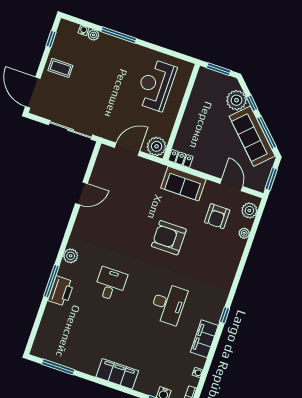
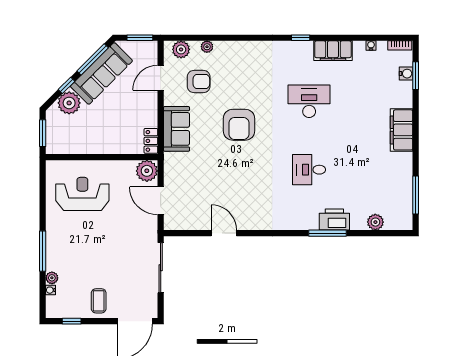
reception desk: (156, 85) -> (82, 194), turned 180
plant: (71, 256) -> (375, 222), moved

